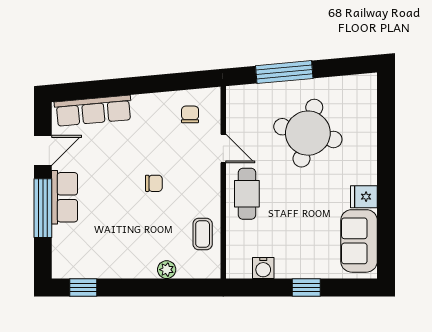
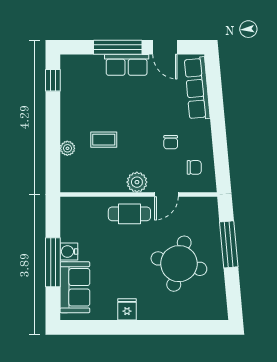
chair: (154, 183) -> (171, 142), moved
plant: (208, 185) -> (137, 182), added
coffee table: (203, 234) -> (104, 140), moved
sofa: (359, 241) -> (75, 287), moved, turned 90
water cooler: (263, 268) -> (69, 252), moved
window: (306, 287) -> (53, 262), width x2.17

